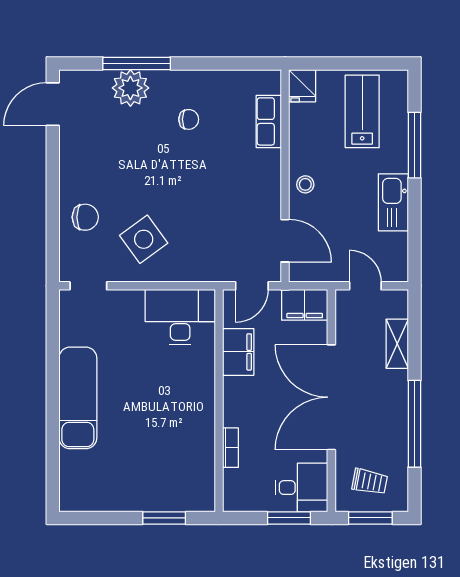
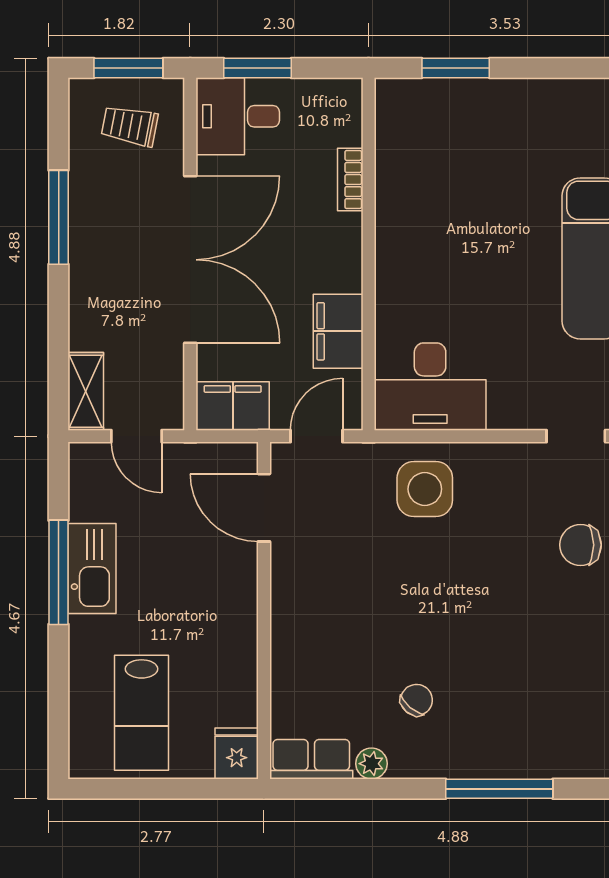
plant: (130, 88) -> (371, 764), moved, width x0.53, depth x0.53
chair: (189, 119) -> (417, 700), turned 130
row of seats: (269, 121) -> (311, 759), moved, turned -90
window: (414, 145) -> (59, 572), moved
stool: (305, 184) -> (232, 597), removed
side table: (144, 239) -> (425, 489), moved, turned 36
shelving: (397, 344) -> (86, 391), moved
window: (414, 424) -> (59, 217), width x0.68

